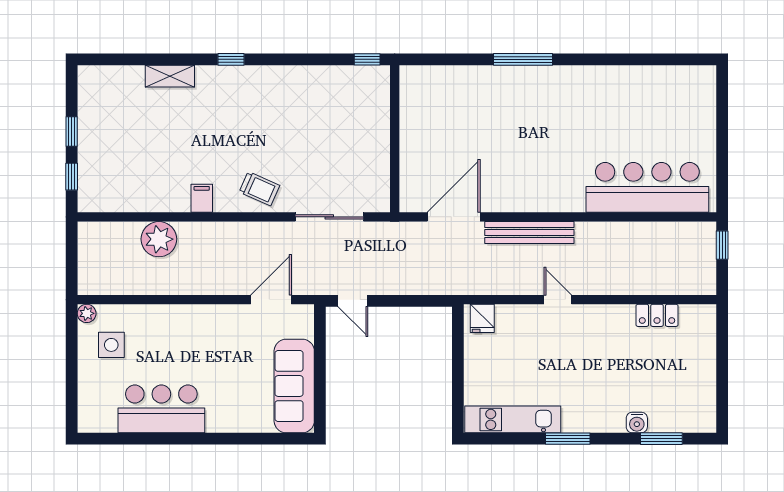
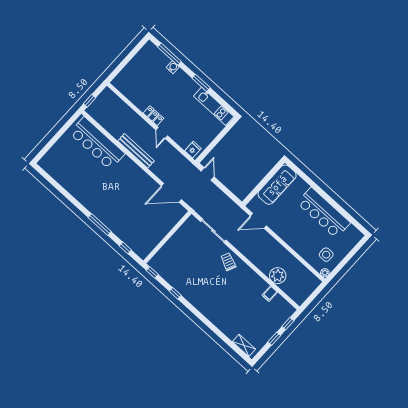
window: (231, 59) -> (175, 293), moved
window: (447, 59) -> (125, 248), added
shelving: (170, 76) -> (244, 345), moved
filing cabinet: (202, 198) -> (270, 294), moved
bench: (529, 233) -> (136, 151), moved
door: (353, 301) -> (208, 174), moved
locker: (657, 315) -> (154, 116), moved
bar counter: (161, 409) -> (324, 213), width x1.36
window: (661, 439) -> (169, 54), width x1.44

